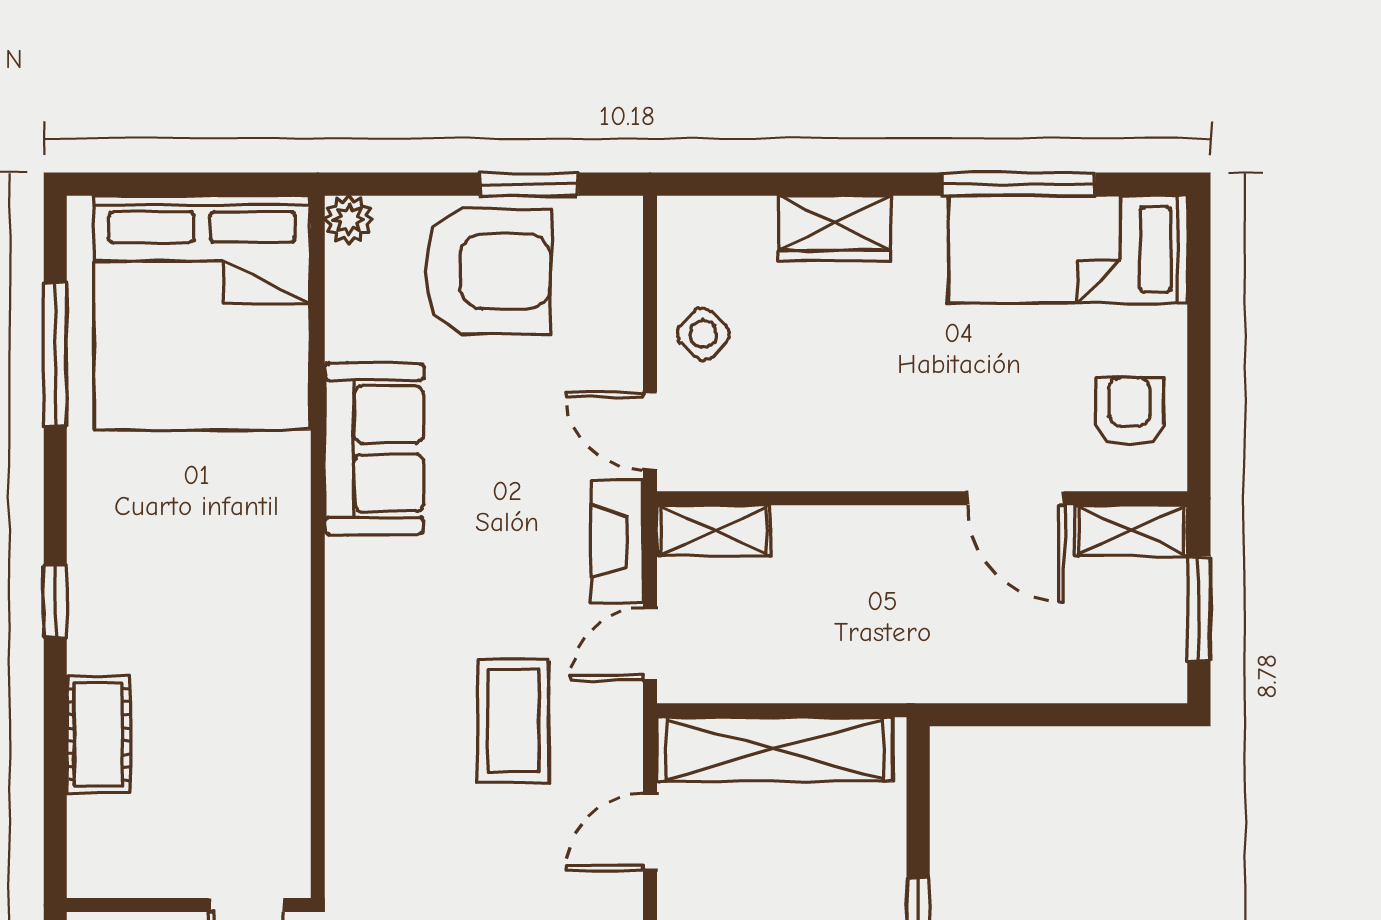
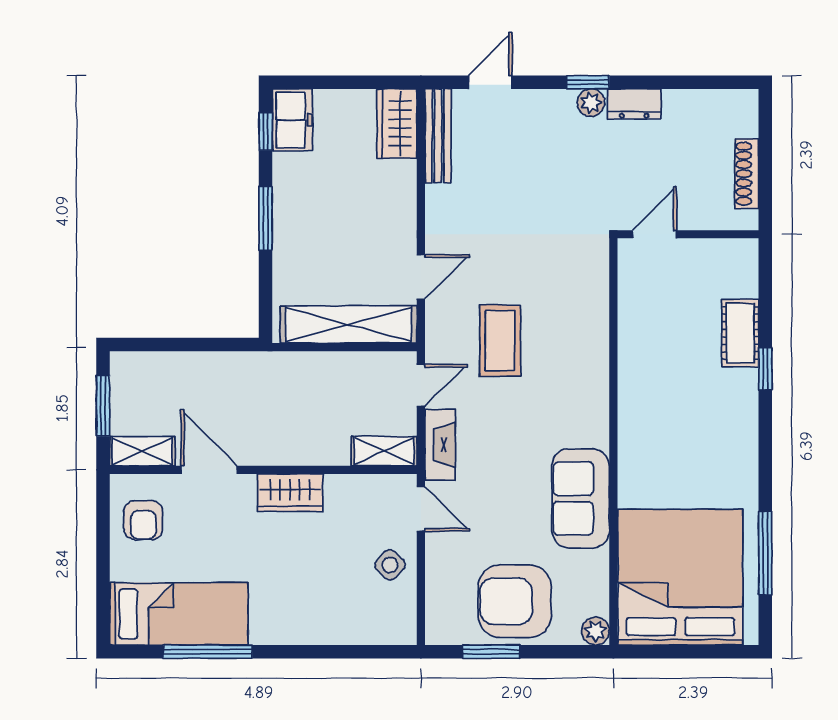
wardrobe: (835, 228) -> (290, 493), moved, turned 180
window: (55, 601) -> (765, 369), moved

